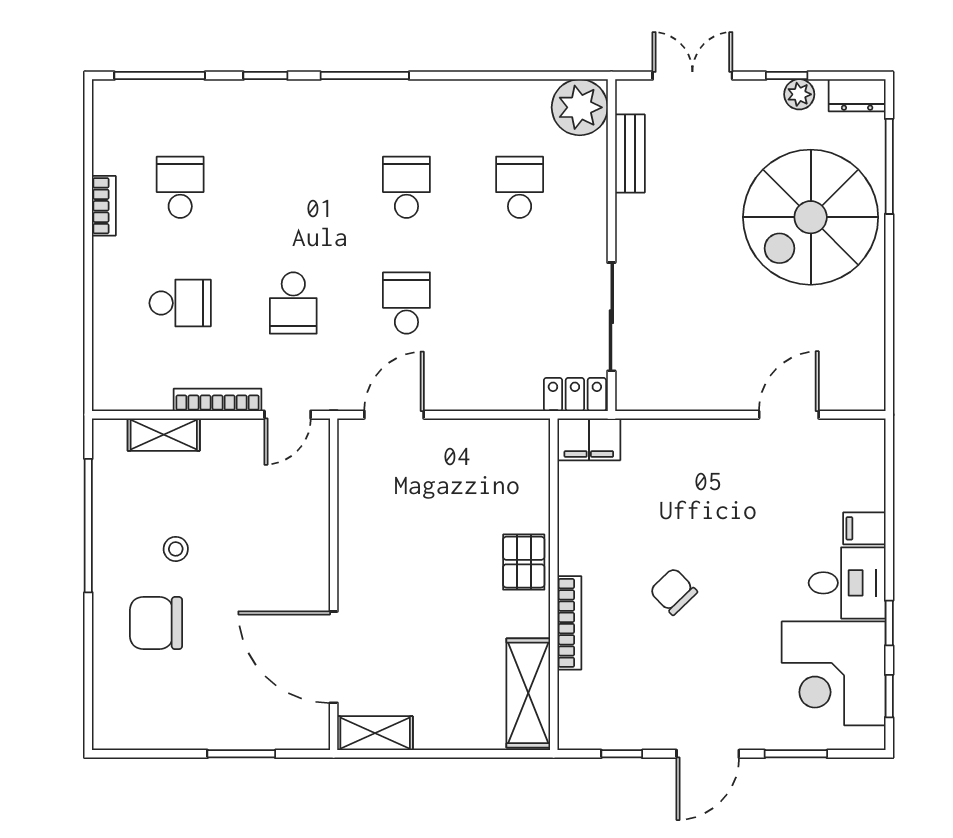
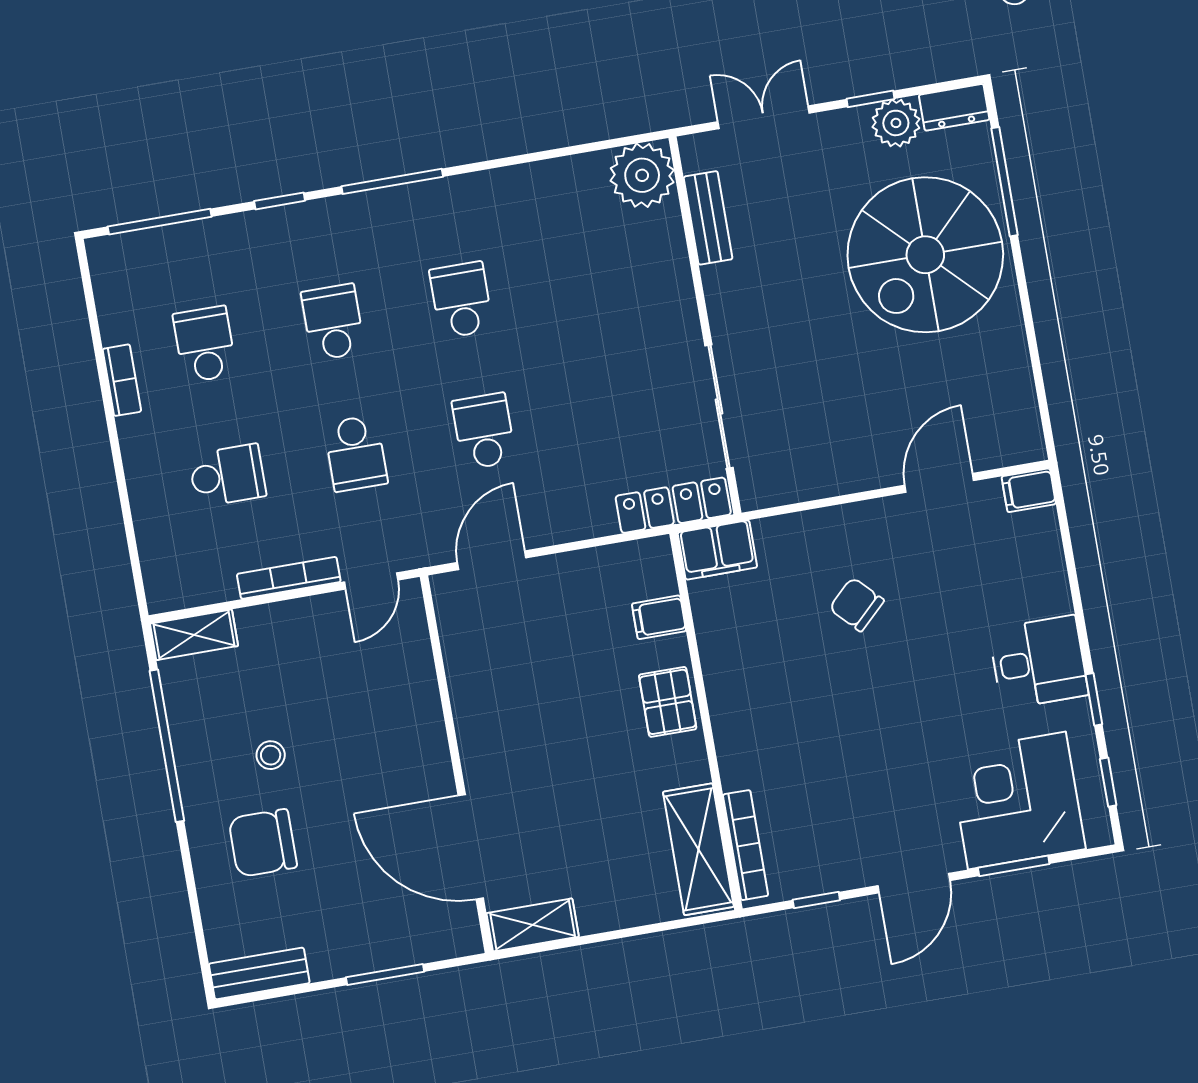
plant: (799, 94) -> (896, 123), width x1.38, depth x1.38
school desk: (520, 187) -> (333, 322), moved
locker: (575, 394) -> (673, 505), width x1.53
shelving: (164, 435) -> (194, 635), moved
filing cabinet: (529, 488) -> (659, 617), added
filing cabinet: (864, 528) -> (1029, 490), moved
chair: (673, 591) -> (857, 604), moved
bookcase: (569, 623) -> (746, 845), moved
corner desk: (834, 673) -> (1017, 800), moved, turned 90
bench: (134, 734) -> (259, 973), added

